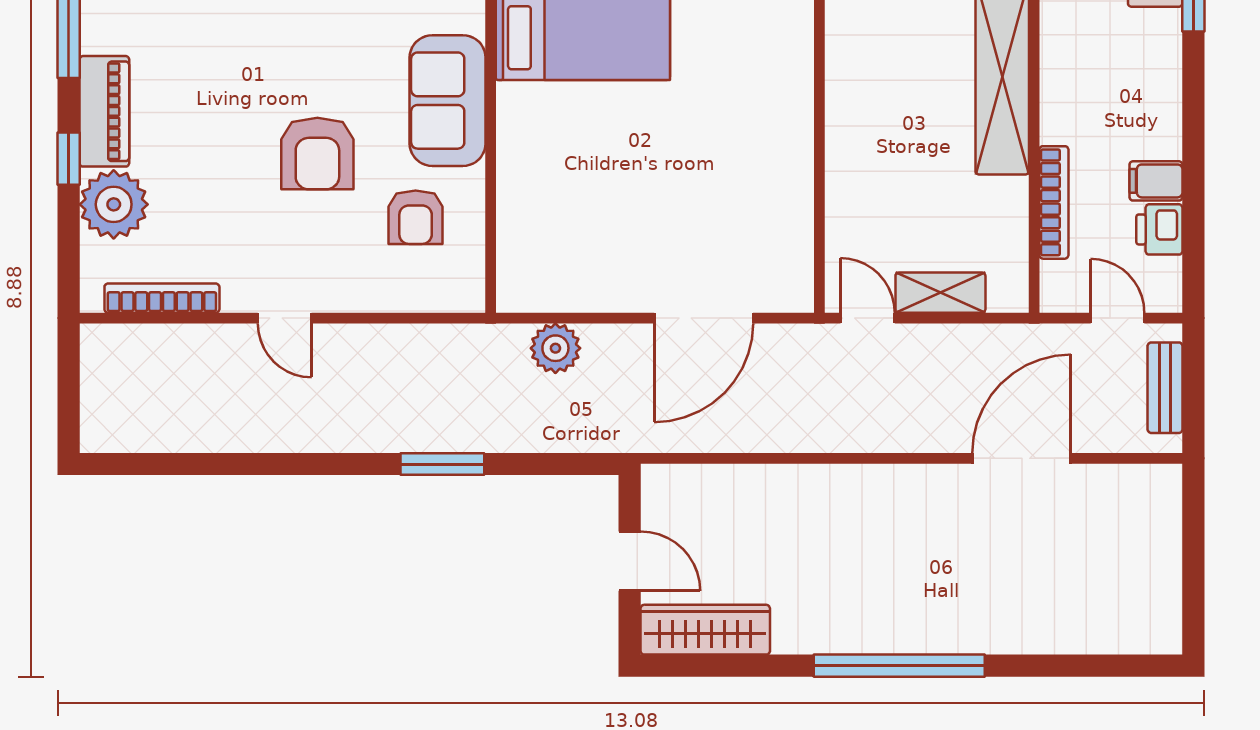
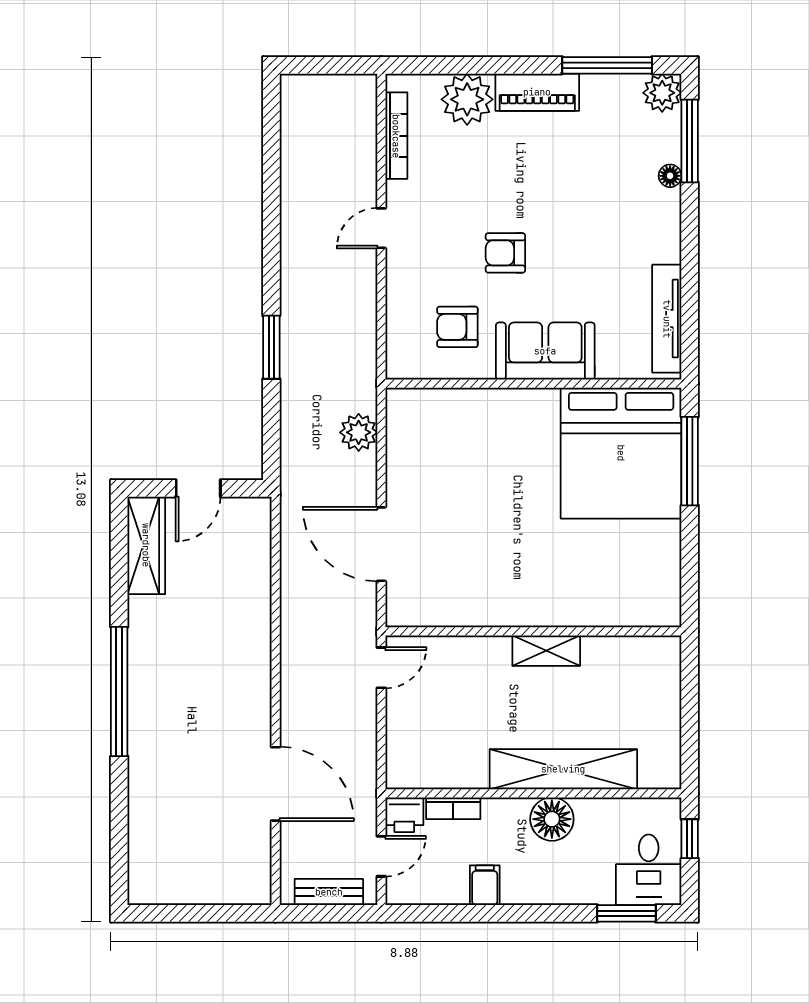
floor lamp: (1068, 92) -> (552, 819), added
armchair: (317, 153) -> (505, 253), width x0.72, depth x0.72
window: (69, 159) -> (502, 65), removed
bookcase: (1054, 202) -> (453, 808), width x0.64
printer: (1159, 229) -> (404, 815), moved, turned 180
shelving: (940, 293) -> (546, 651), moved, turned 90

